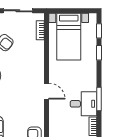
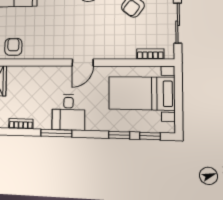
door: (47, 91) -> (83, 63), moved
desk: (83, 104) -> (68, 112), moved

